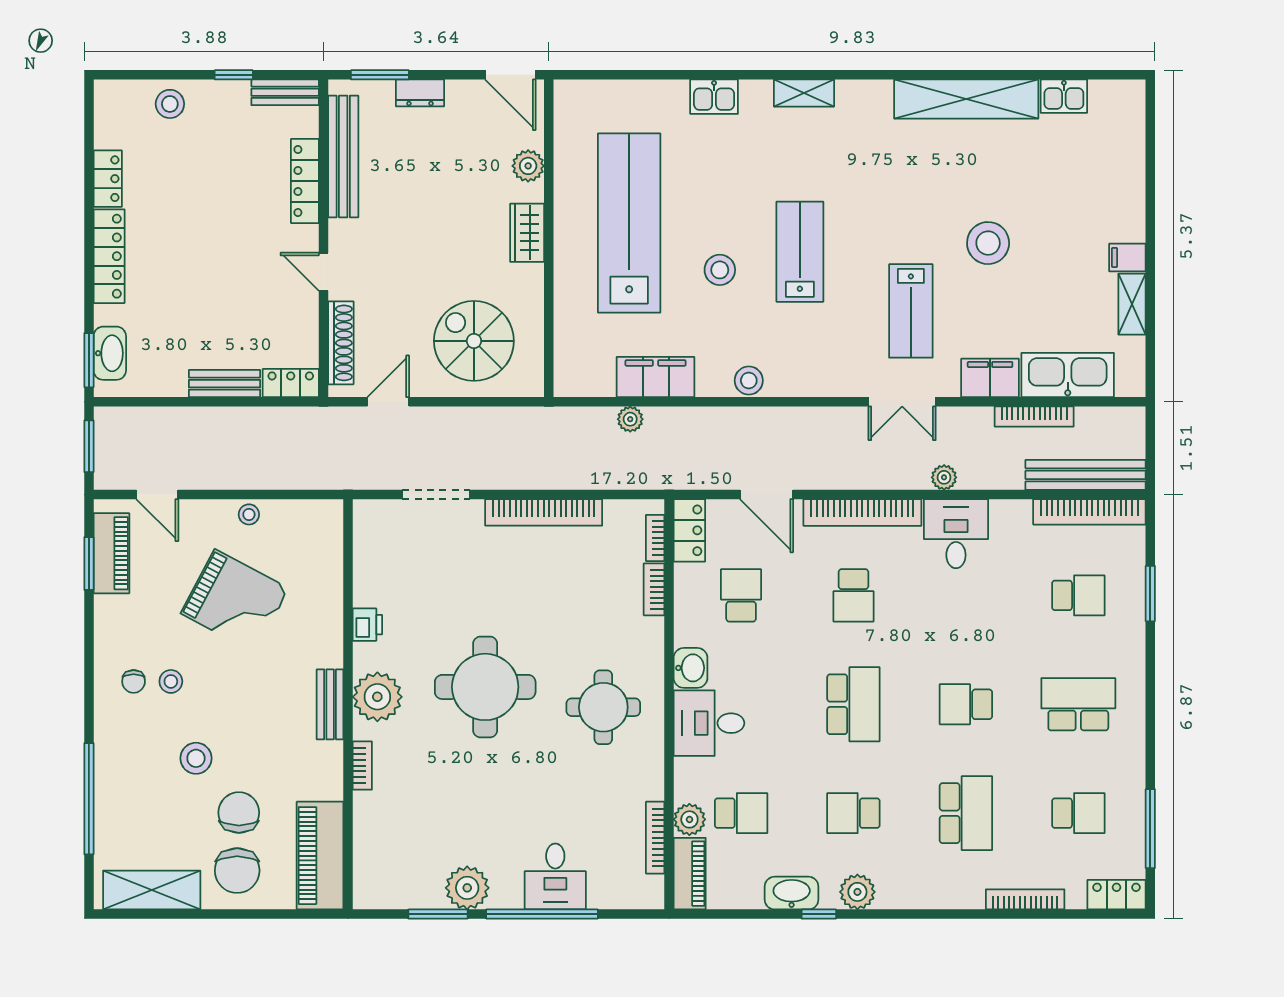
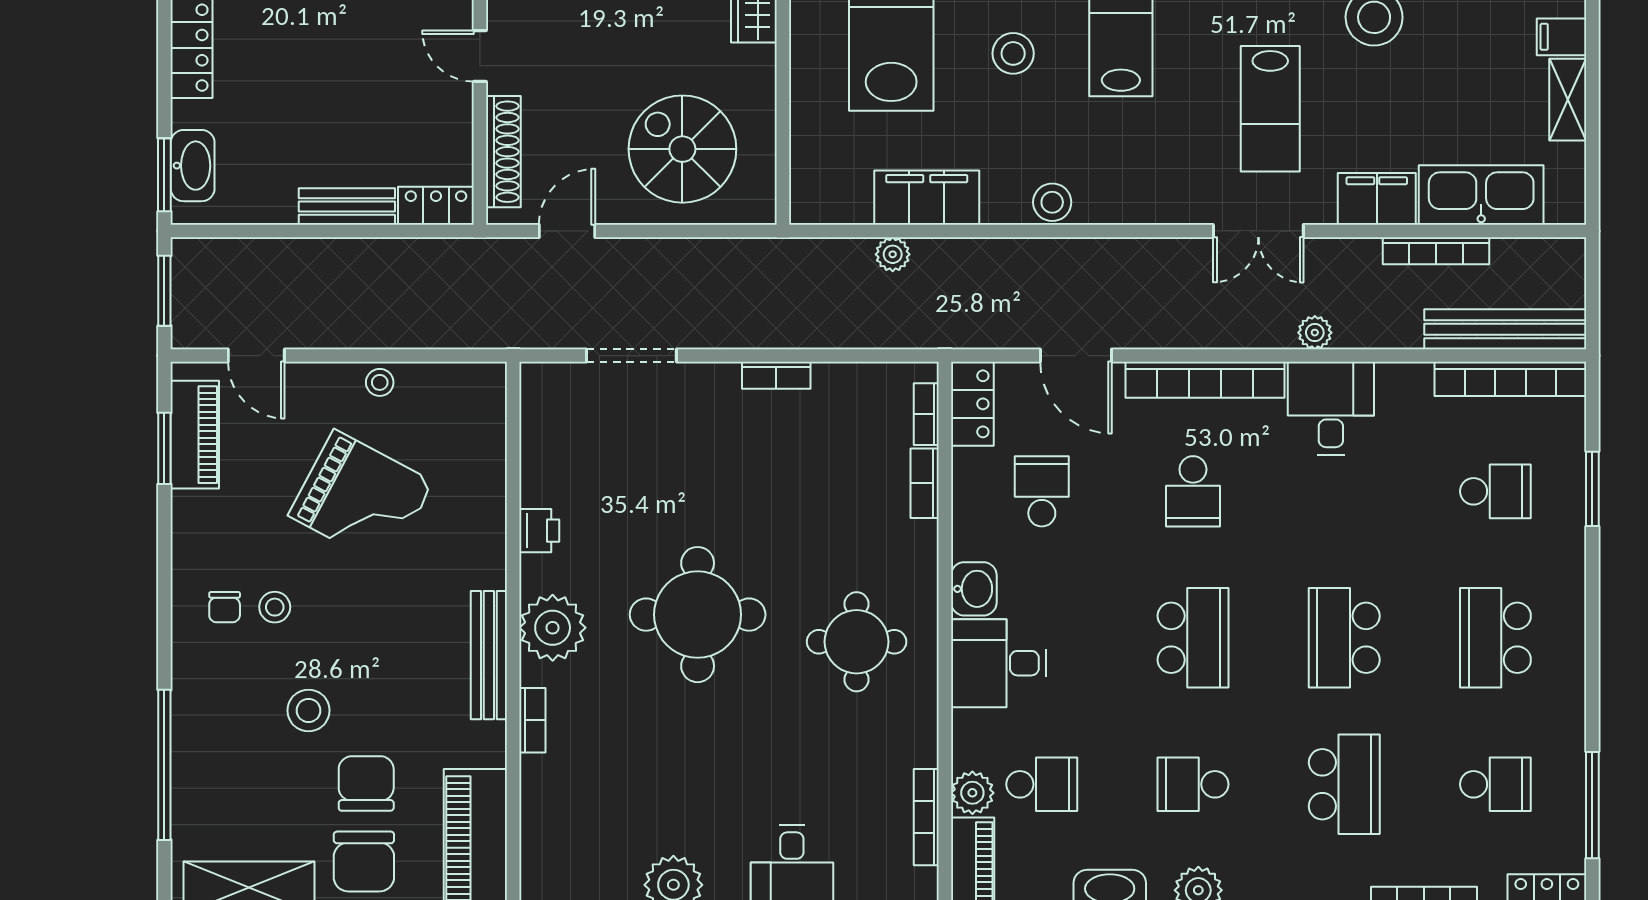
bookcase: (544, 512) -> (776, 375), width x0.43, depth x0.76
bench: (330, 704) -> (489, 655), width x1.36
school desk: (966, 704) -> (1344, 638), width x1.85
school desk: (1078, 704) -> (1495, 638), turned -90

